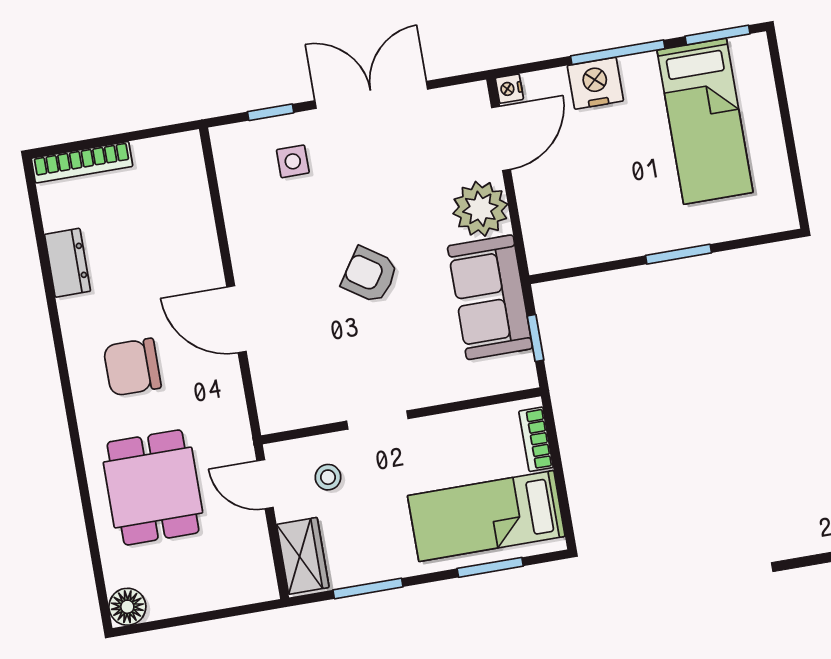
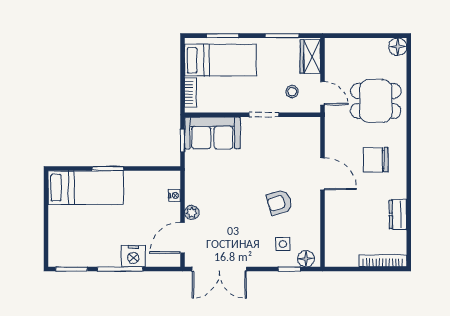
nightstand: (509, 89) -> (174, 196), moved
double door: (371, 95) -> (219, 269), moved
bed: (705, 121) -> (86, 188), moved, turned 90
floor lamp: (240, 139) -> (306, 259), added
plant: (480, 209) -> (192, 212), width x0.53, depth x0.53
armchair: (370, 275) -> (279, 202), moved, turned 129
sofa: (490, 297) -> (212, 133), moved, turned 90
chair: (132, 367) -> (376, 160), turned 180
dining table: (153, 487) -> (376, 101), turned 90

